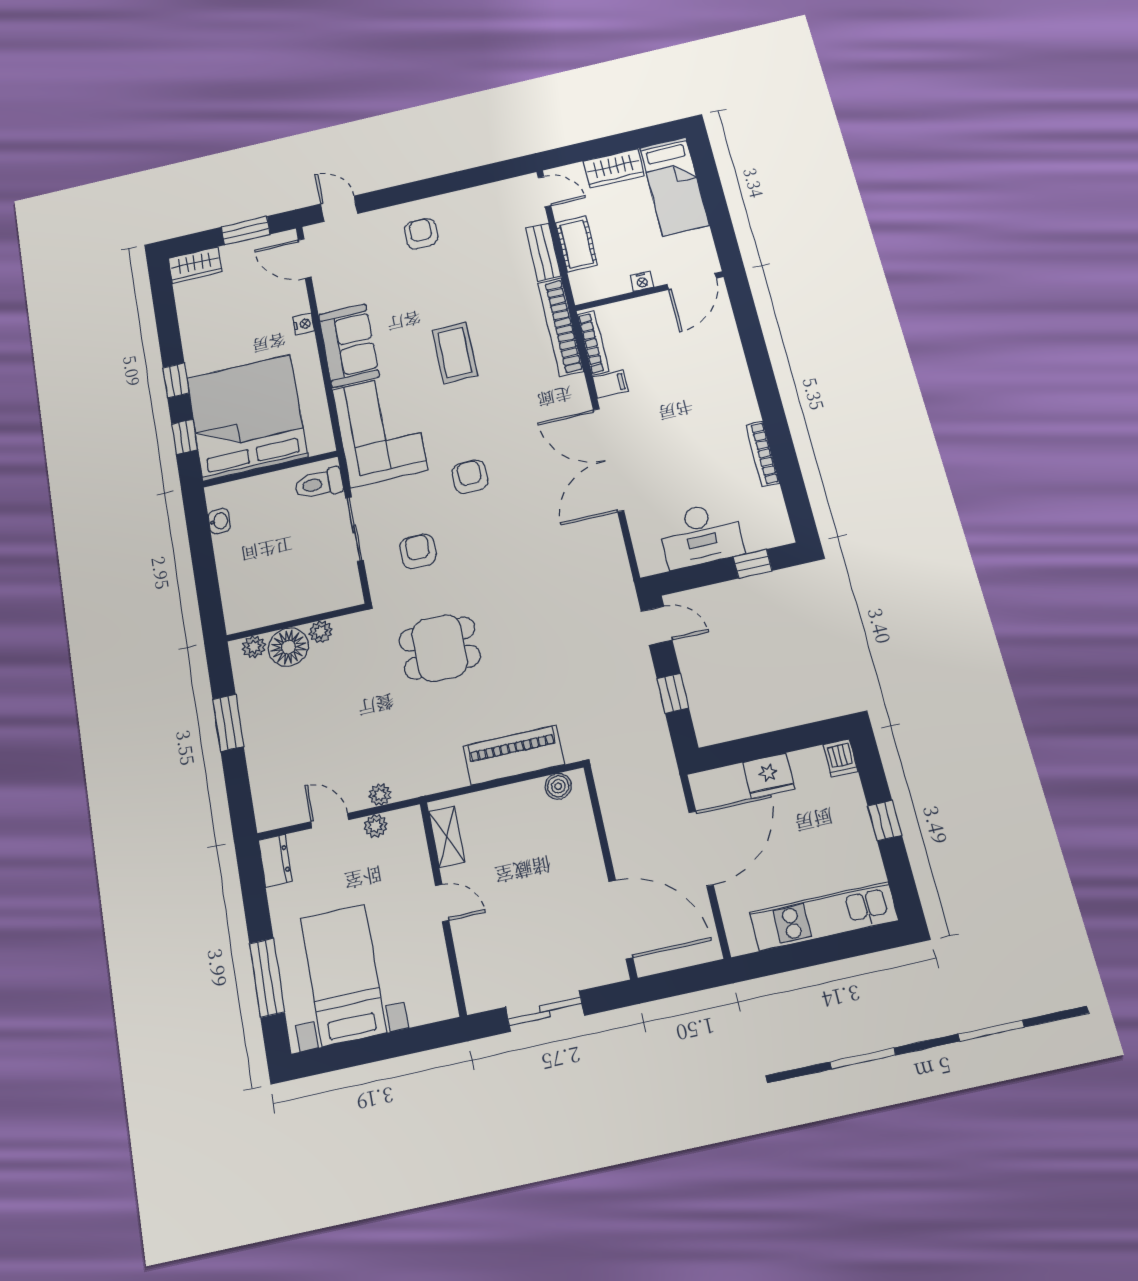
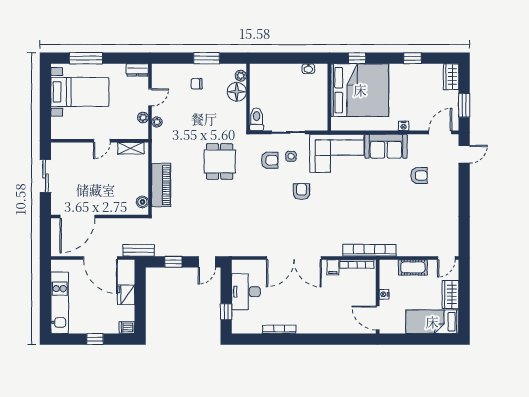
armchair: (421, 234) -> (419, 175), moved
bench: (543, 252) -> (139, 250), moved
coffee table: (455, 353) -> (369, 197), removed
window: (176, 380) -> (412, 58), moved
double door: (608, 460) -> (294, 258), swing flipped
armchair: (470, 477) -> (302, 192), turned -90
toilet: (319, 484) -> (257, 119), moved
side table: (402, 513) -> (291, 156), added
plant: (321, 632) -> (241, 108), removed
chair: (285, 731) -> (197, 84), added

